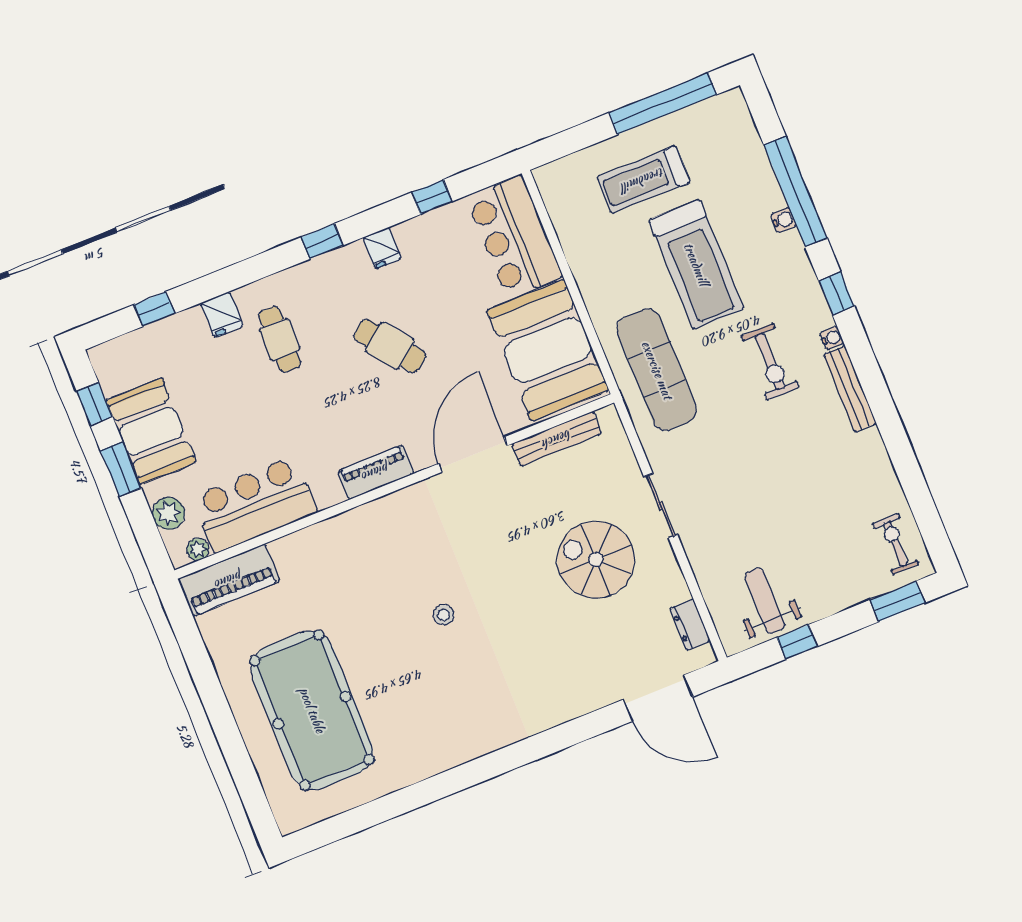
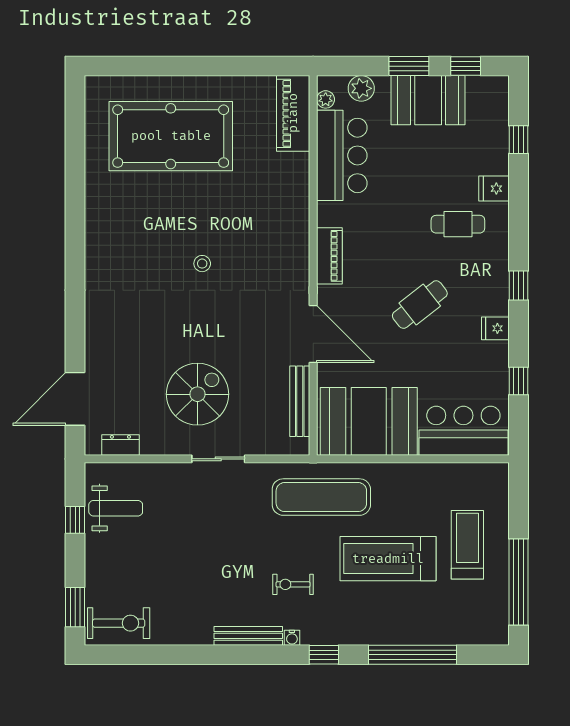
water cooler: (783, 220) -> (395, 637), removed
exercise bike: (770, 362) -> (293, 584), width x0.73, depth x0.72
exercise bike: (895, 544) -> (119, 623), width x1.38, depth x1.39

